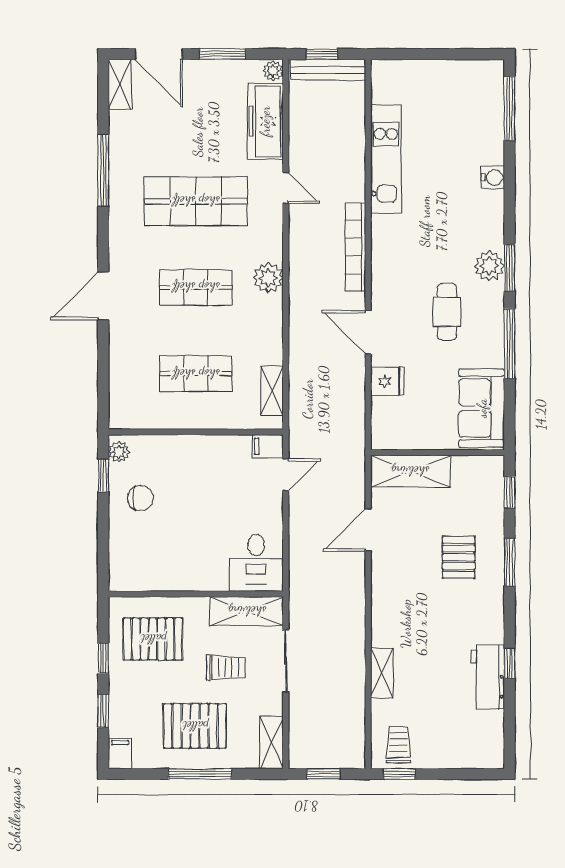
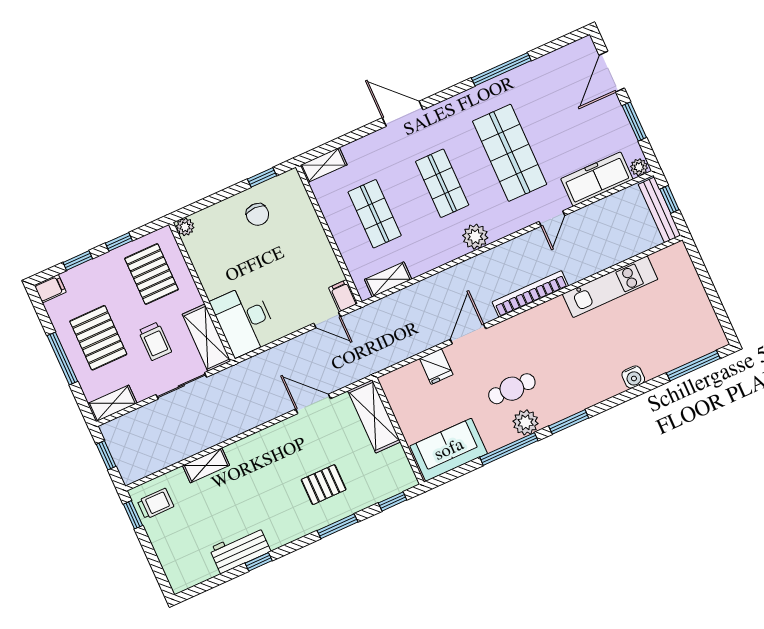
shelving: (120, 84) -> (324, 165), moved
plant: (489, 266) -> (526, 422), moved
plant: (119, 452) -> (185, 227), moved
desk: (256, 563) -> (244, 320), width x1.37

